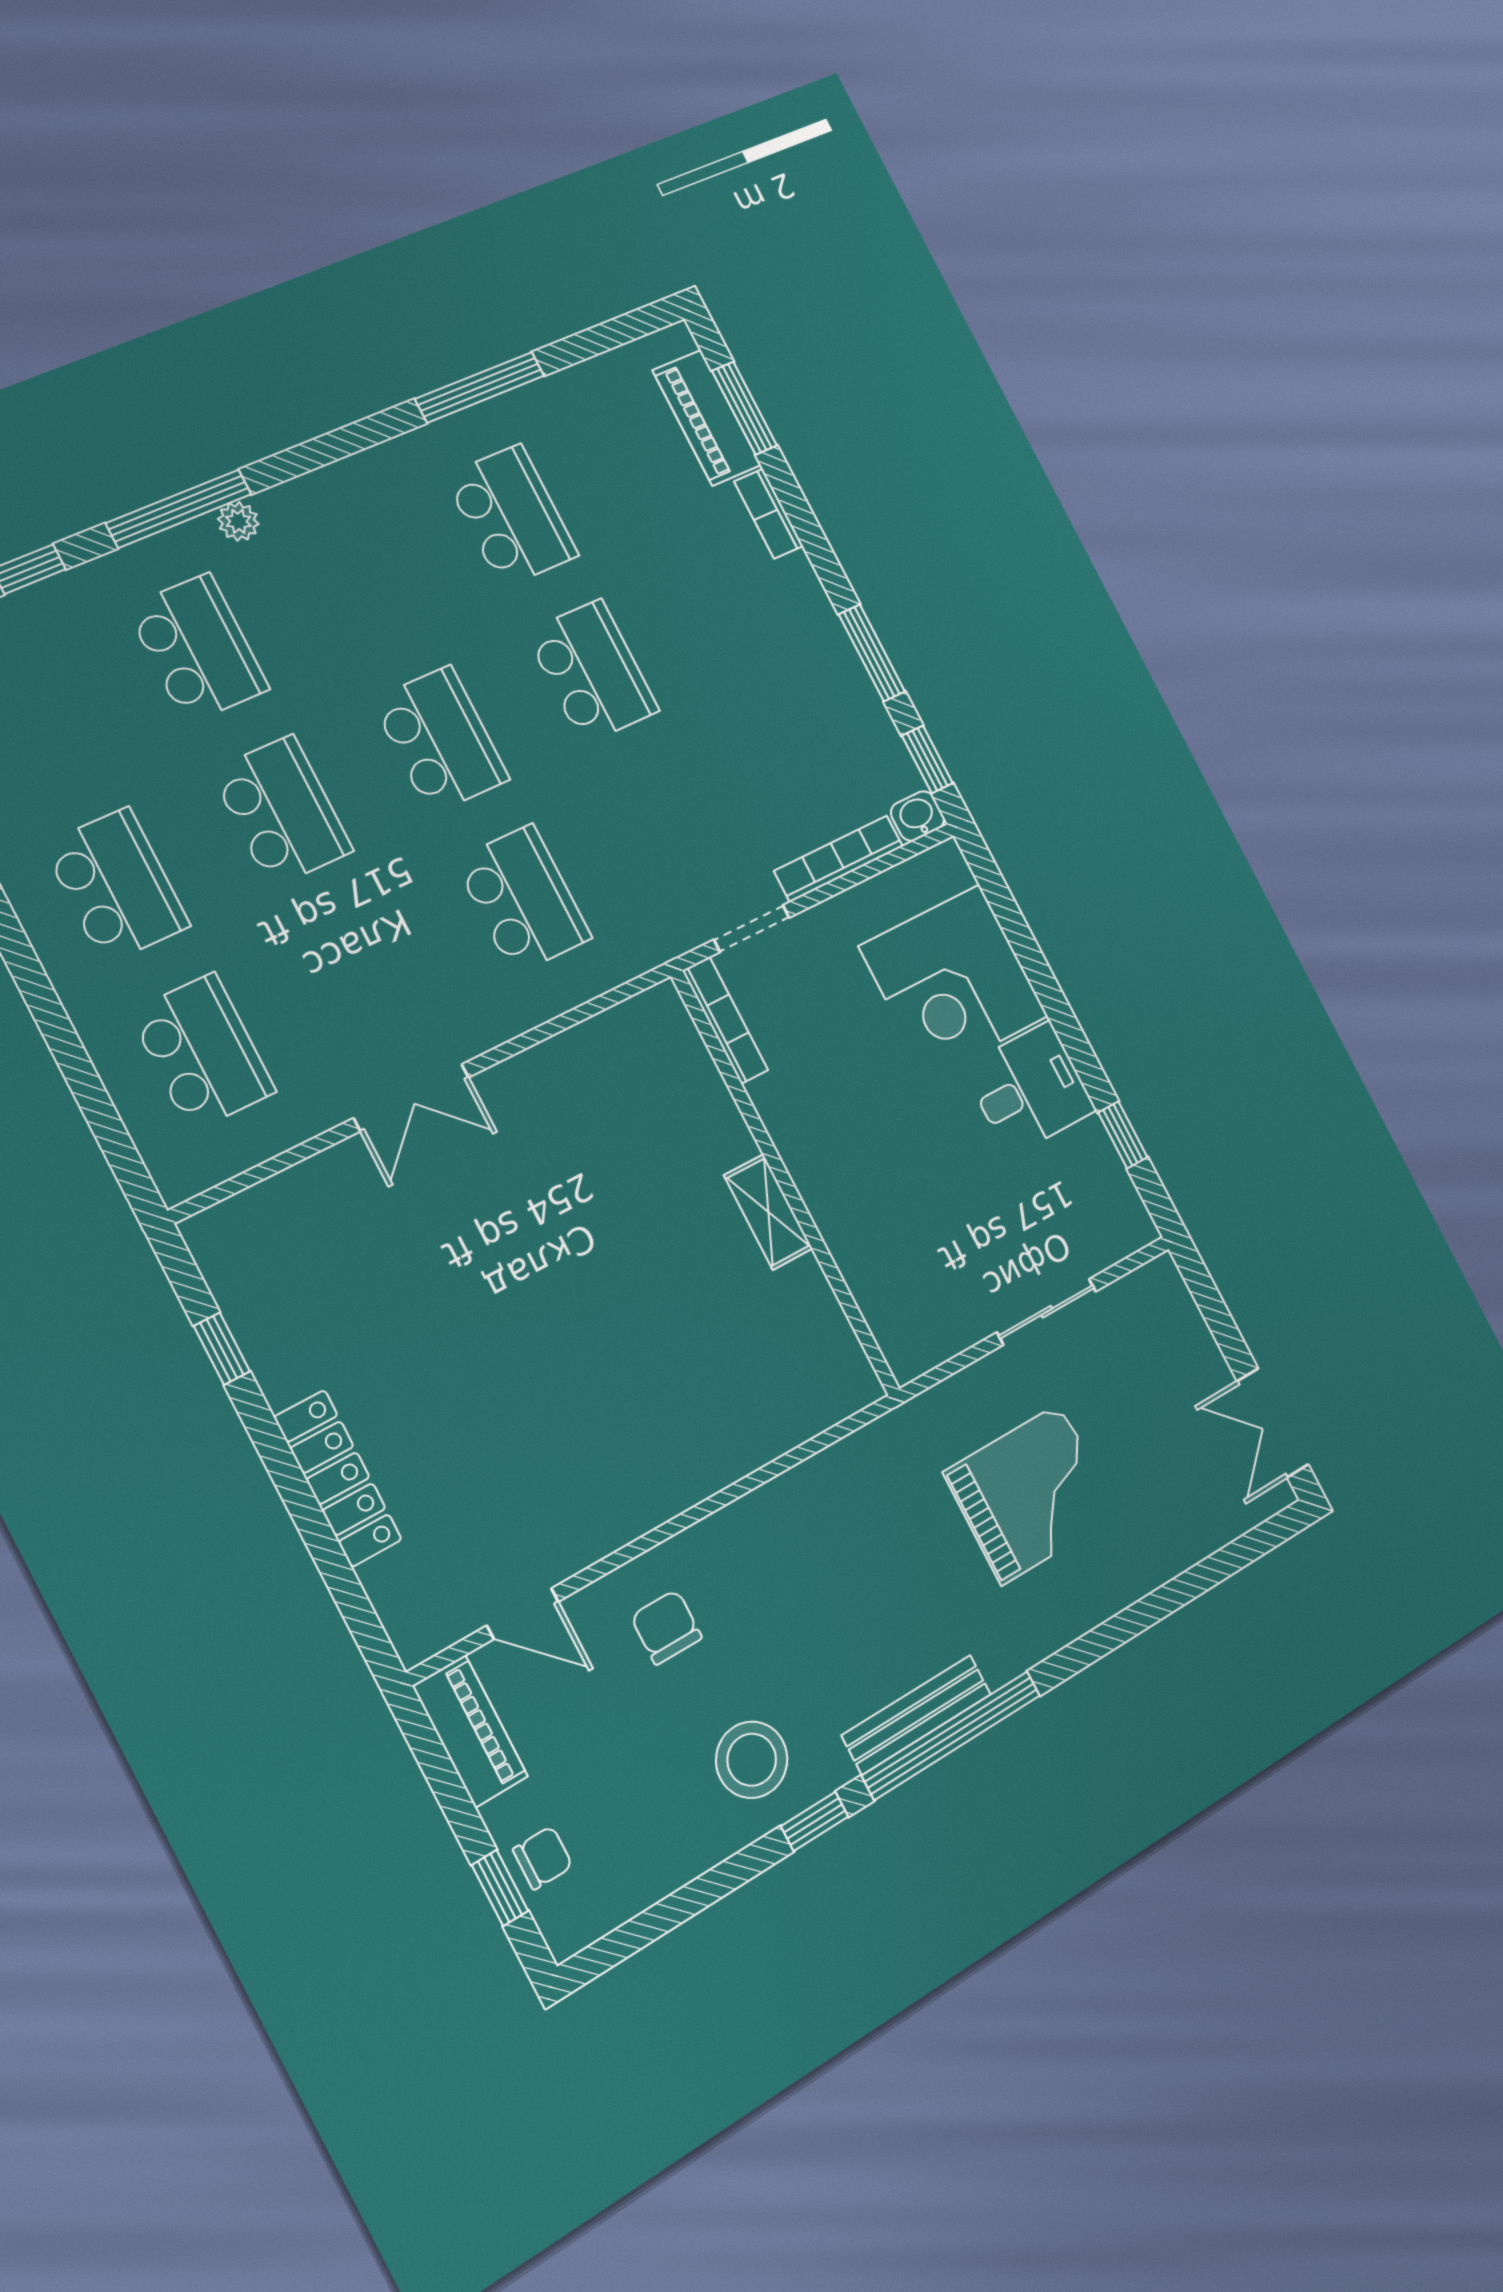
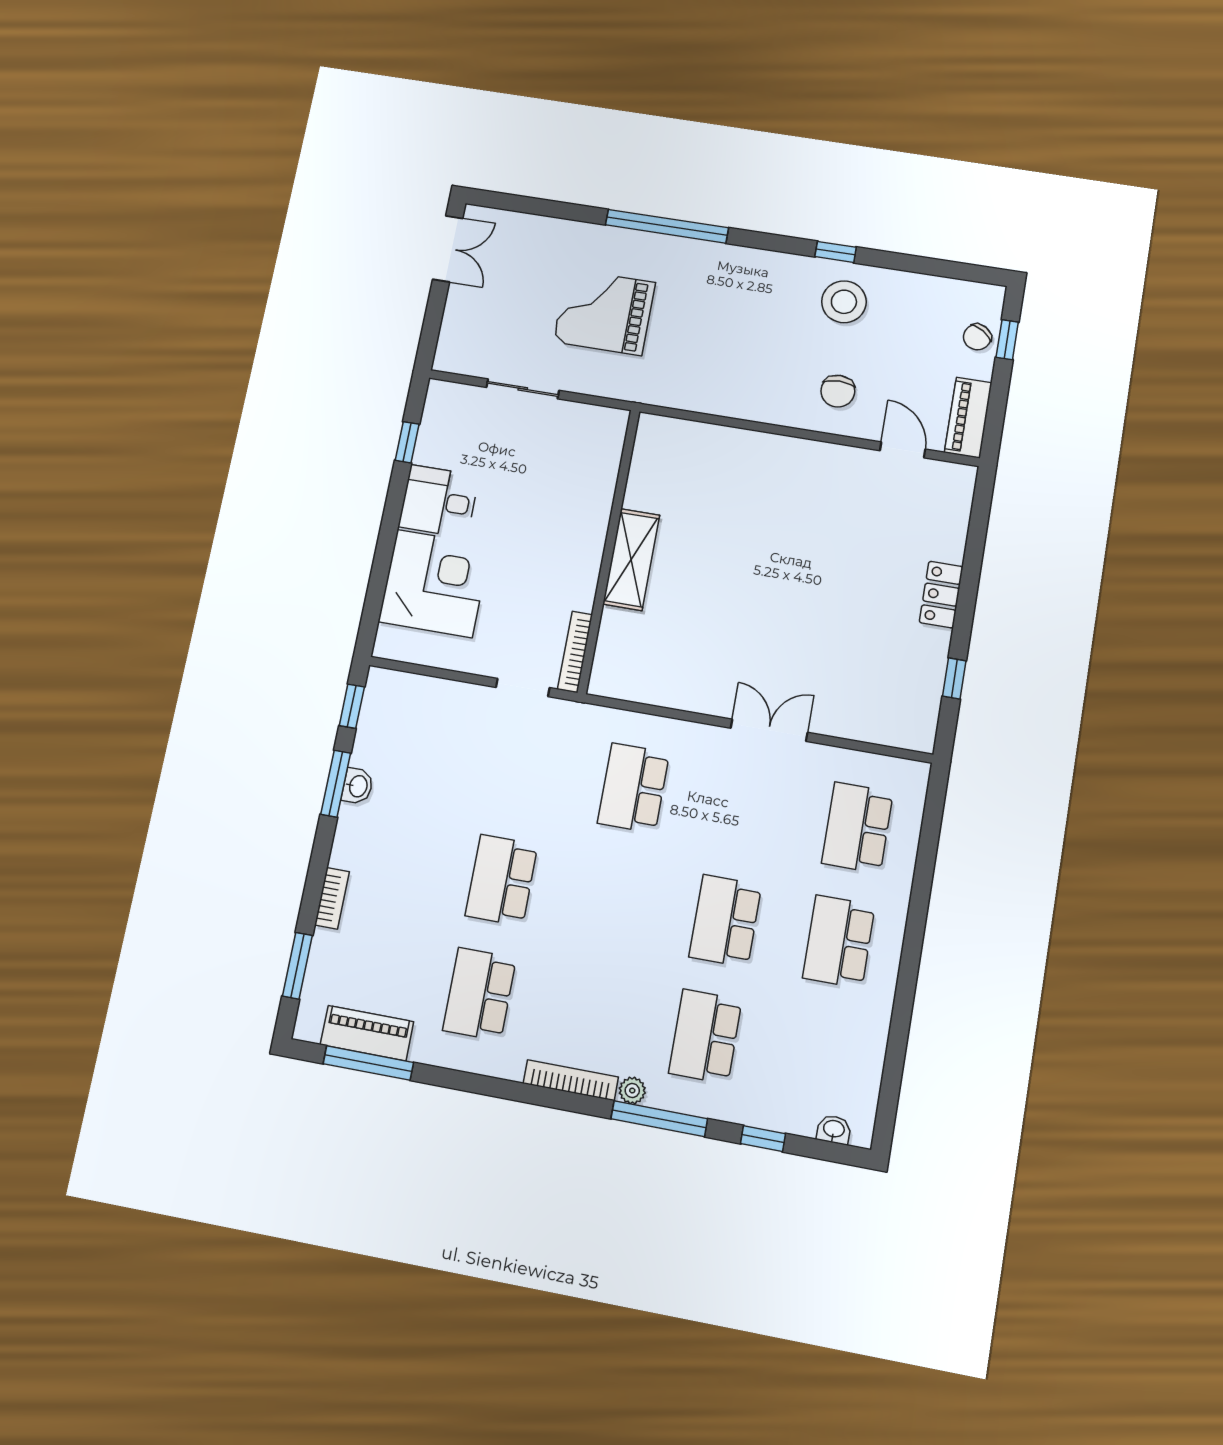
window: (480, 387) -> (368, 1063), moved
piano: (707, 418) -> (367, 1033), moved, turned -90
school desk: (440, 740) -> (613, 900), removed
washbasin: (917, 816) -> (357, 786), moved, turned -90
bookcase: (839, 859) -> (571, 1080), moved, turned 180
shelving: (768, 1212) -> (631, 560), width x1.50, depth x1.33
locker: (338, 1478) -> (941, 595), width x0.66
bench: (917, 1715) -> (747, 259), removed
window: (952, 1735) -> (667, 226), moved
chair: (543, 1858) -> (977, 337), turned -57

